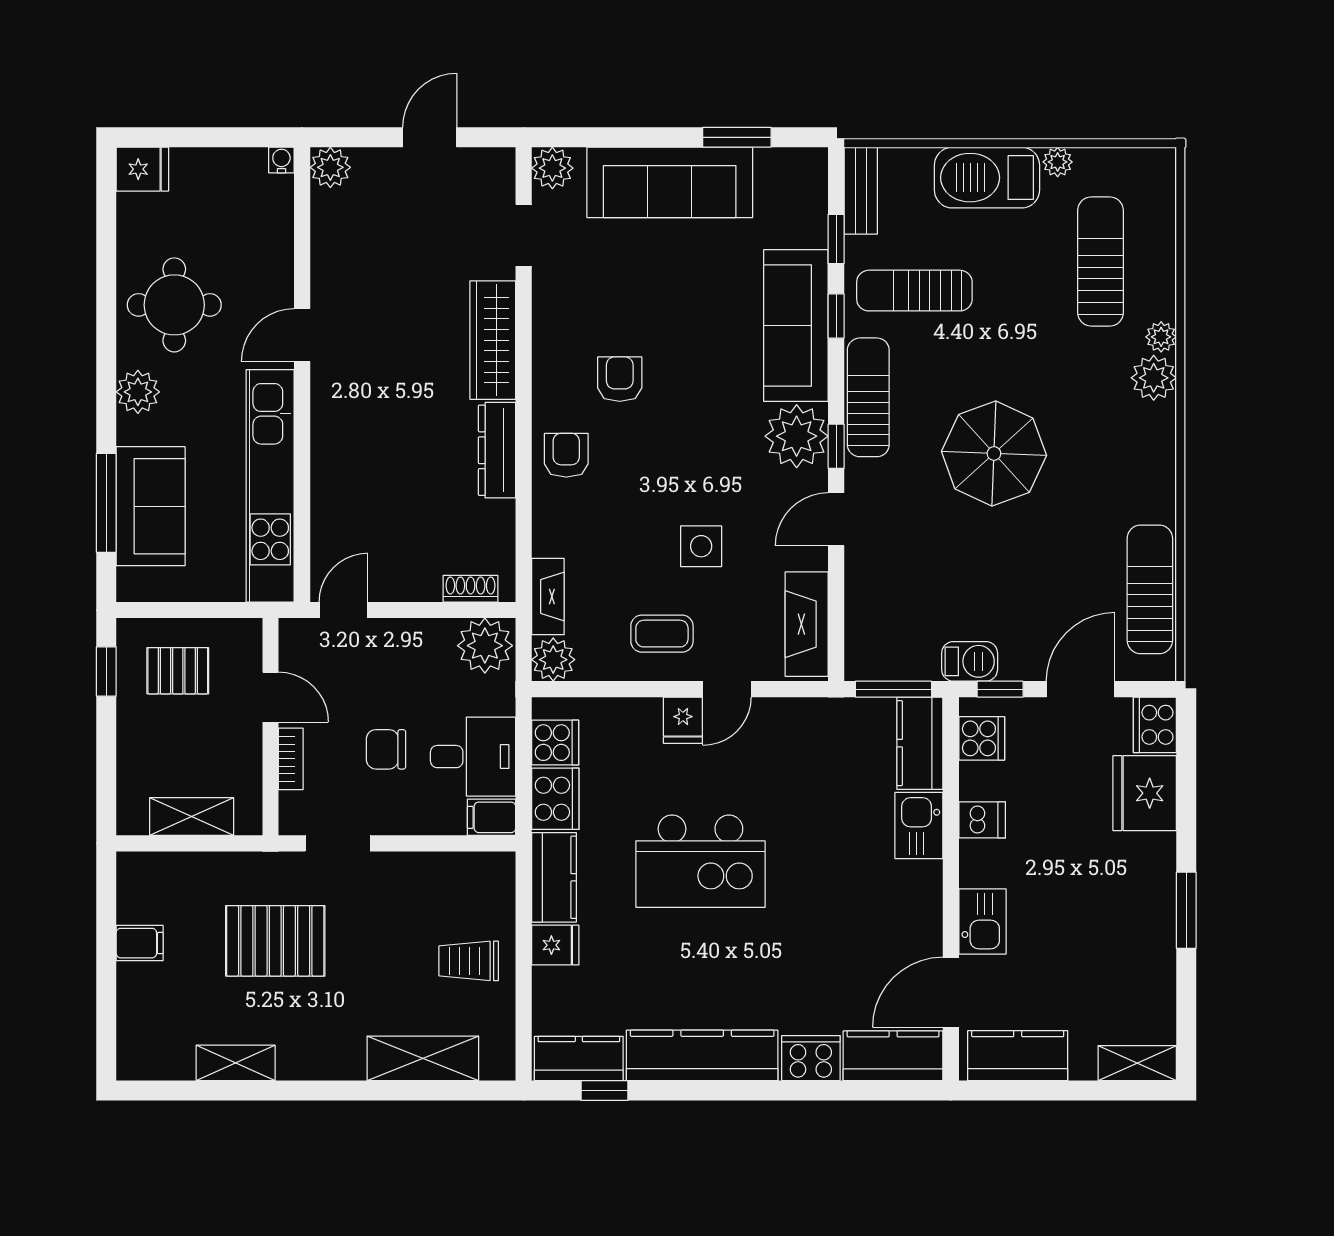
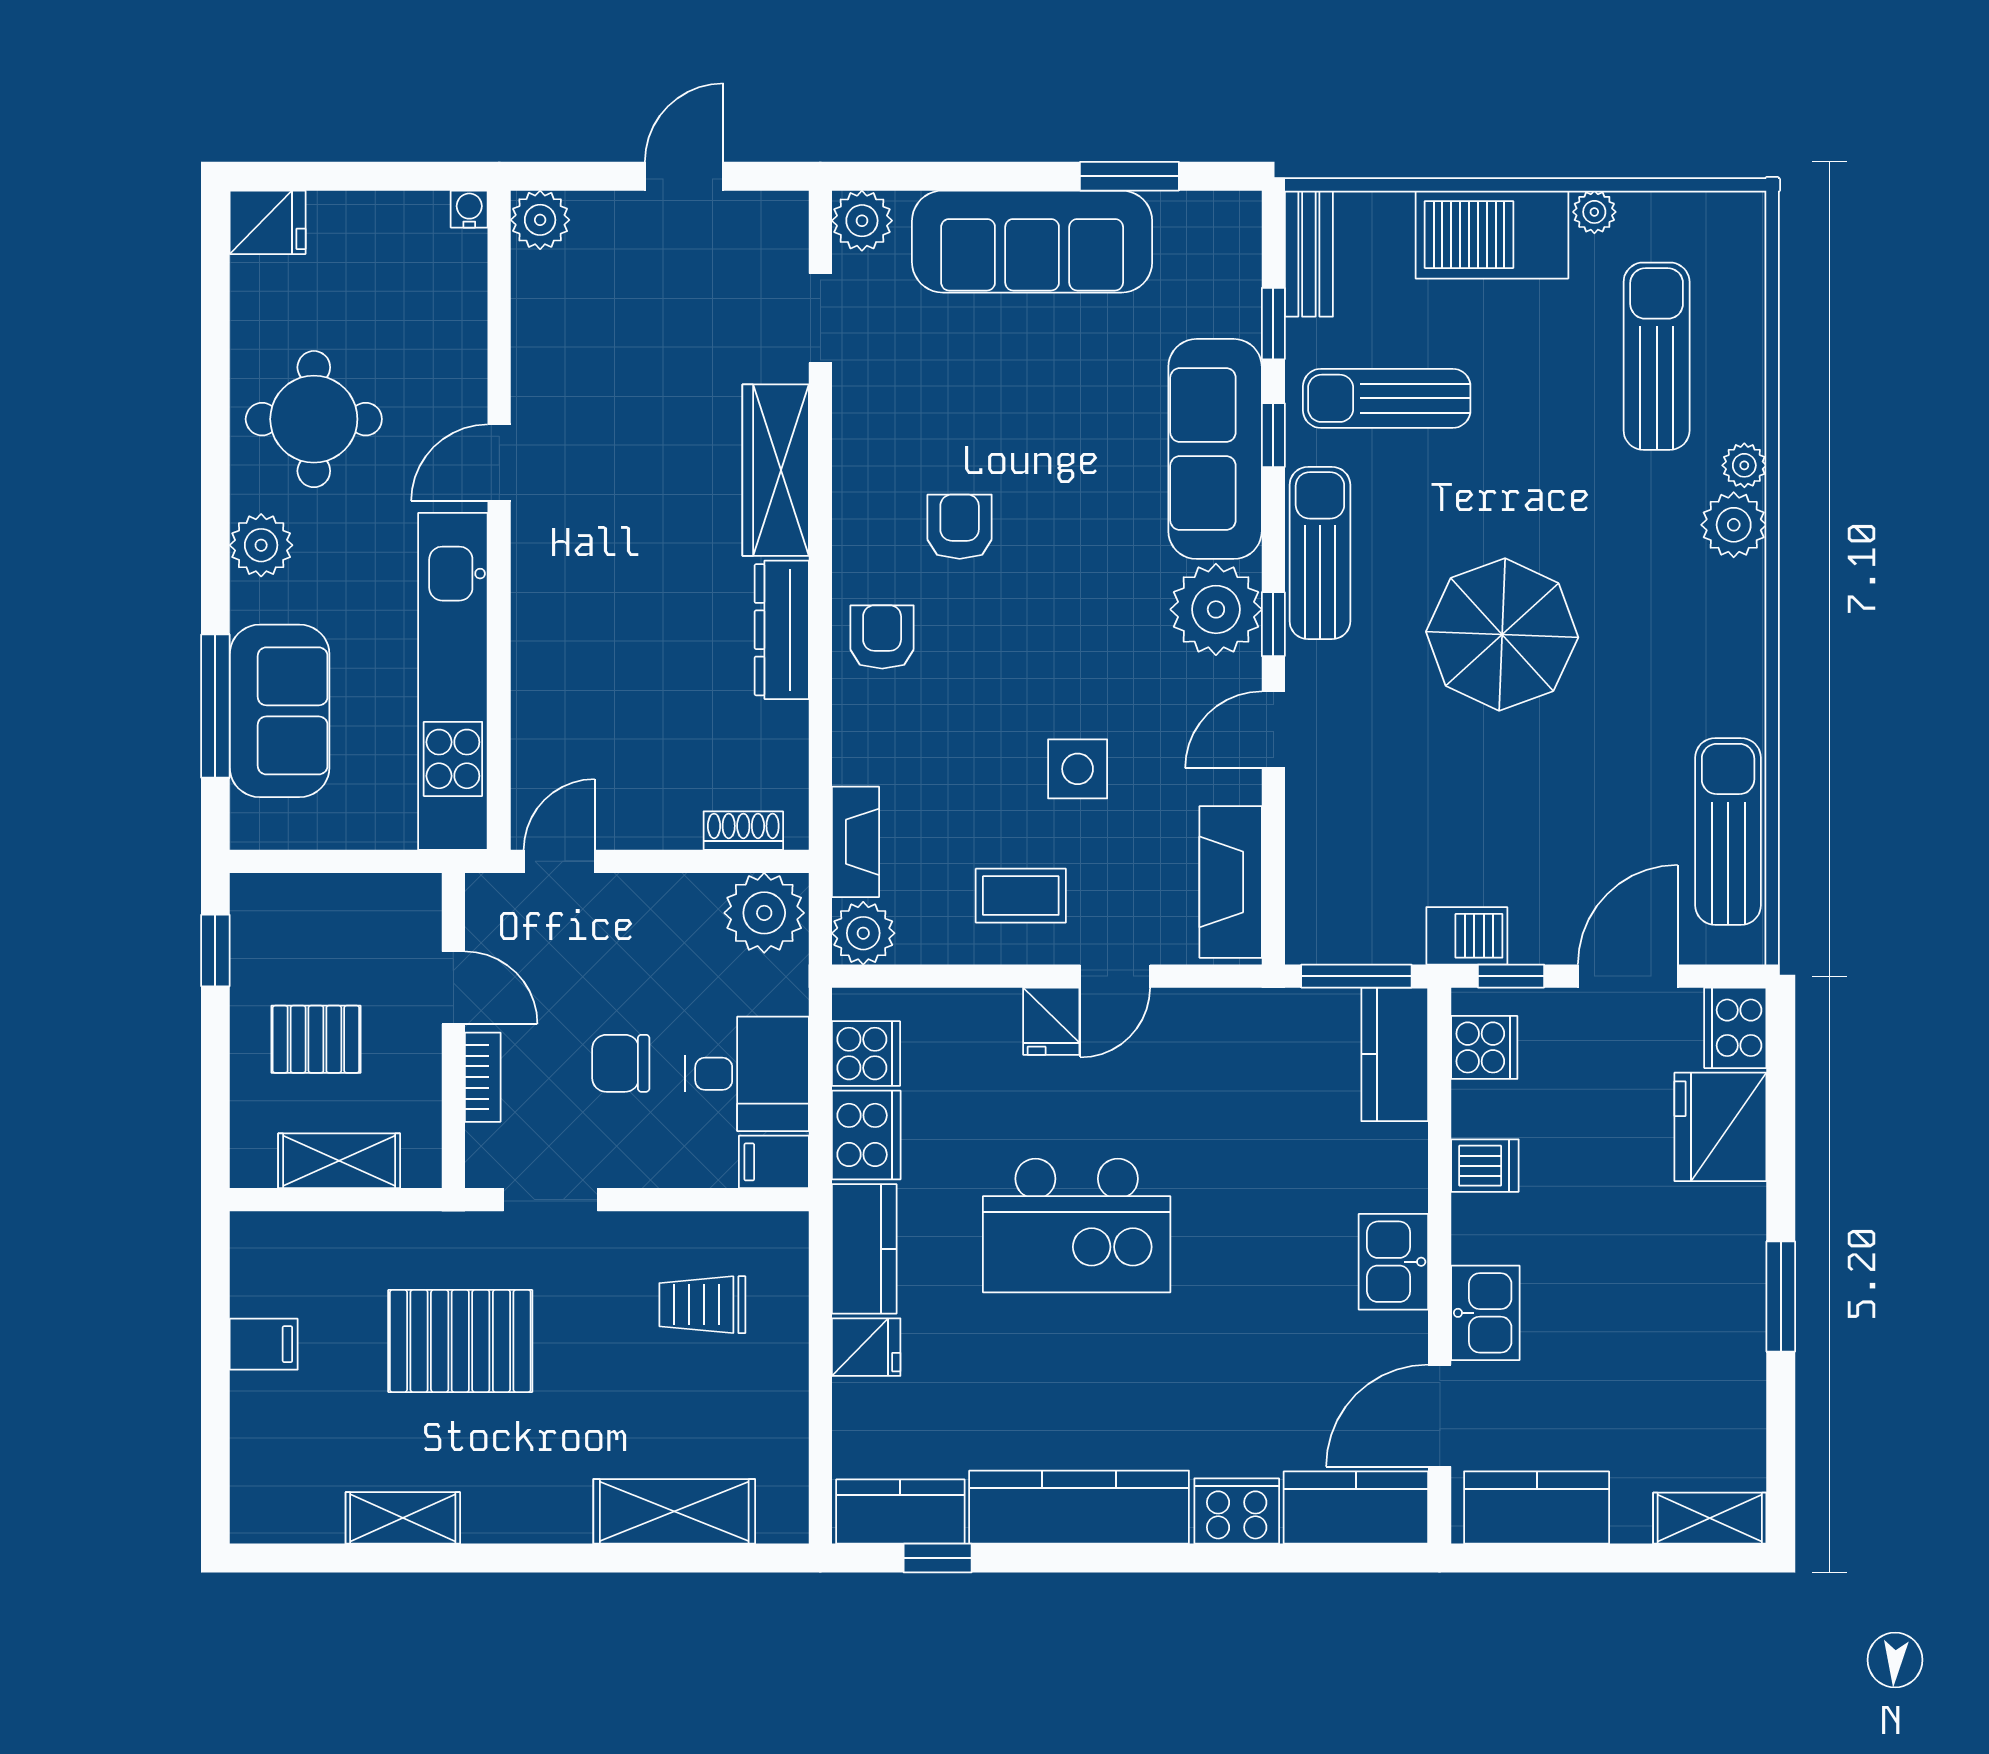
pallet: (178, 671) -> (316, 1039), moved
kitchen sink: (919, 825) -> (1393, 1262), moved
trolley: (469, 961) -> (702, 1305), moved

